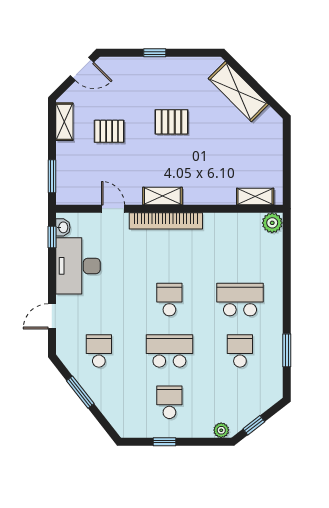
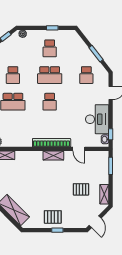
door: (82, 69) -> (95, 222), swing flipped
pallet: (171, 122) -> (53, 217), moved

